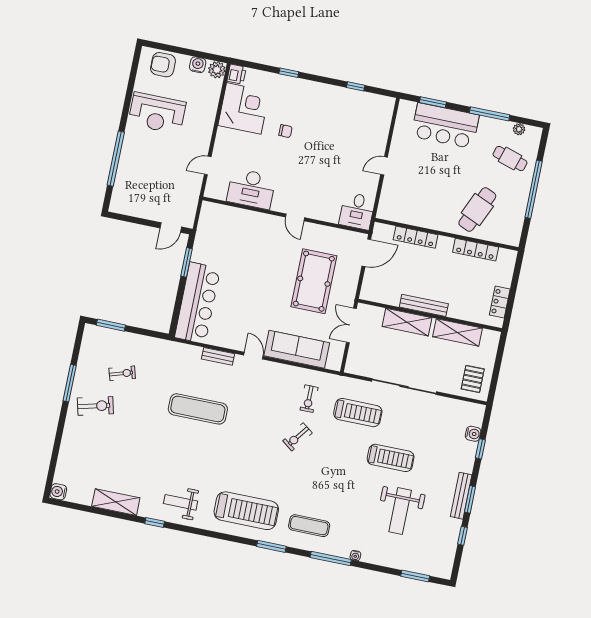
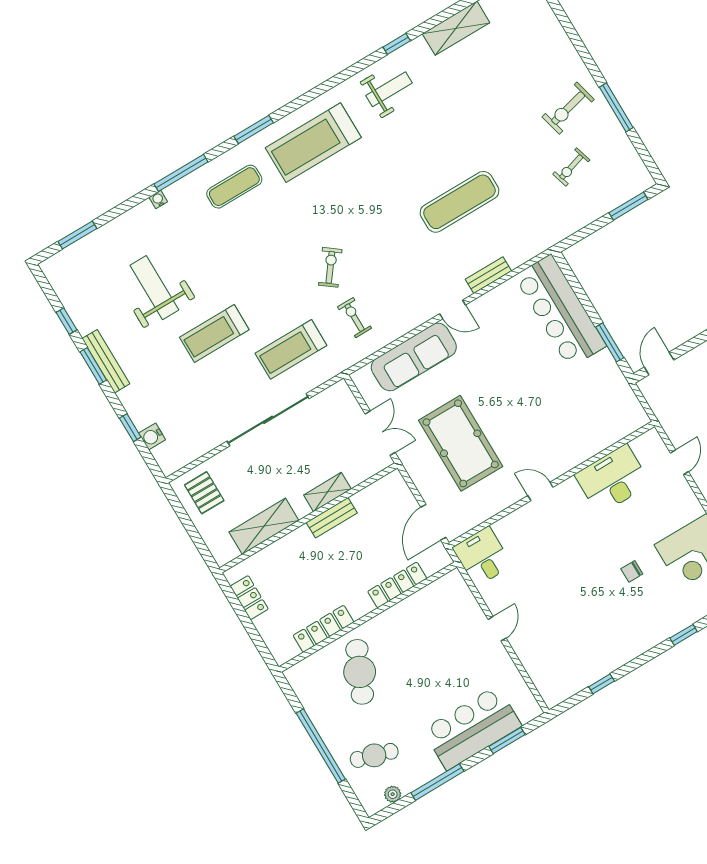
bench: (424, 305) -> (332, 518), width x0.73
shelving: (407, 322) -> (327, 492), width x0.67, depth x0.75

